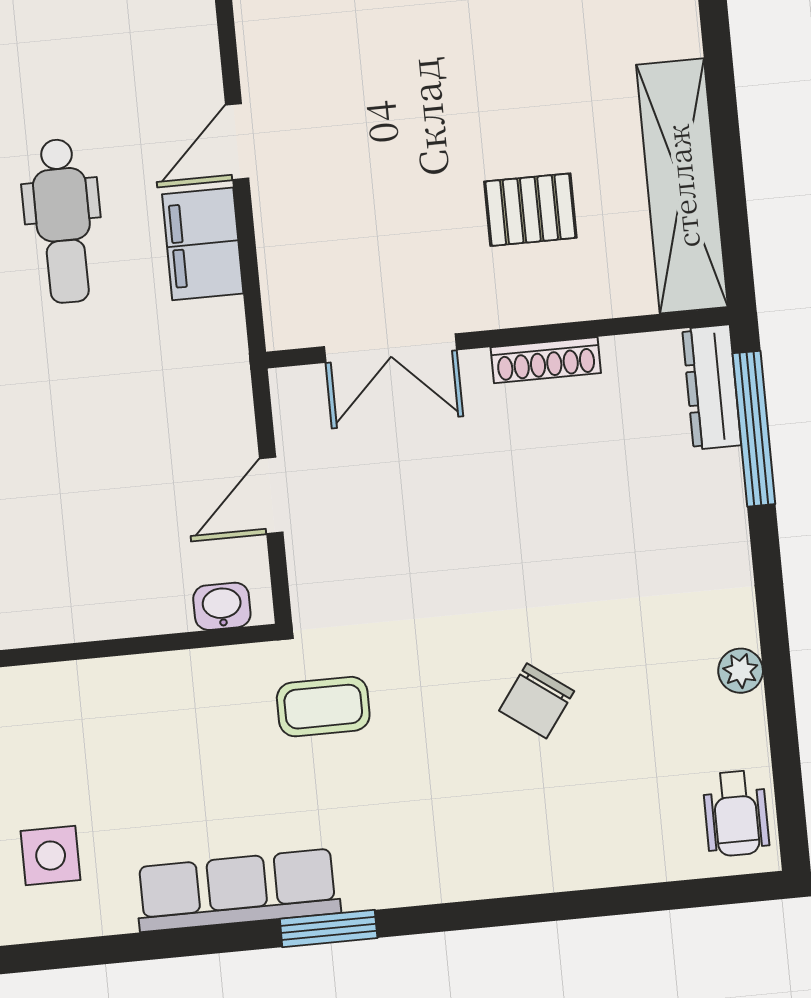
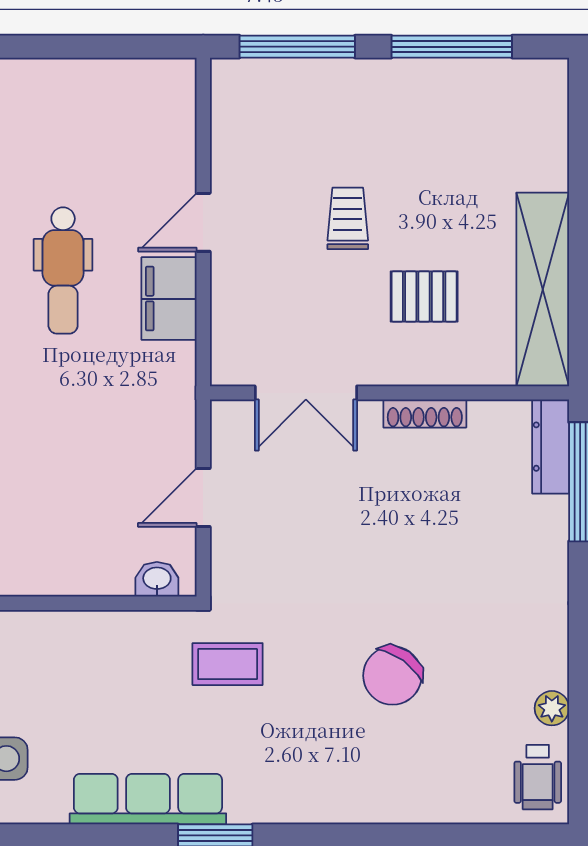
trolley: (422, 119) -> (348, 218), added
plant: (741, 671) -> (552, 708), moved
chair: (537, 701) -> (392, 676), width x1.37, depth x1.37

